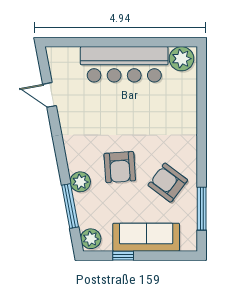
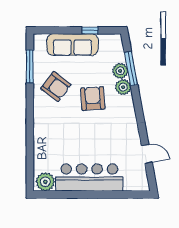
plant: (91, 239) -> (120, 71), moved

